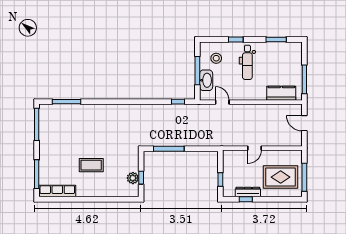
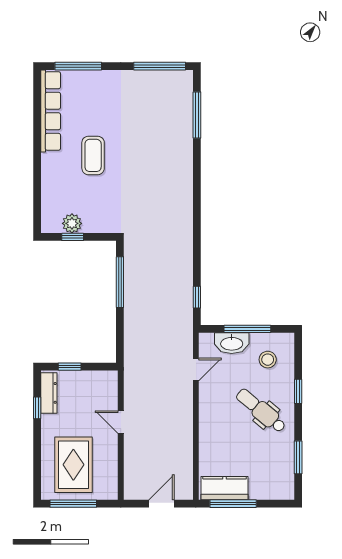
dental chair: (247, 62) -> (261, 411), turned 40
kitchen counter: (281, 93) -> (225, 488), moved, turned -90
row of seats: (57, 191) -> (51, 111), width x1.36
dresser: (248, 192) -> (49, 393), moved

